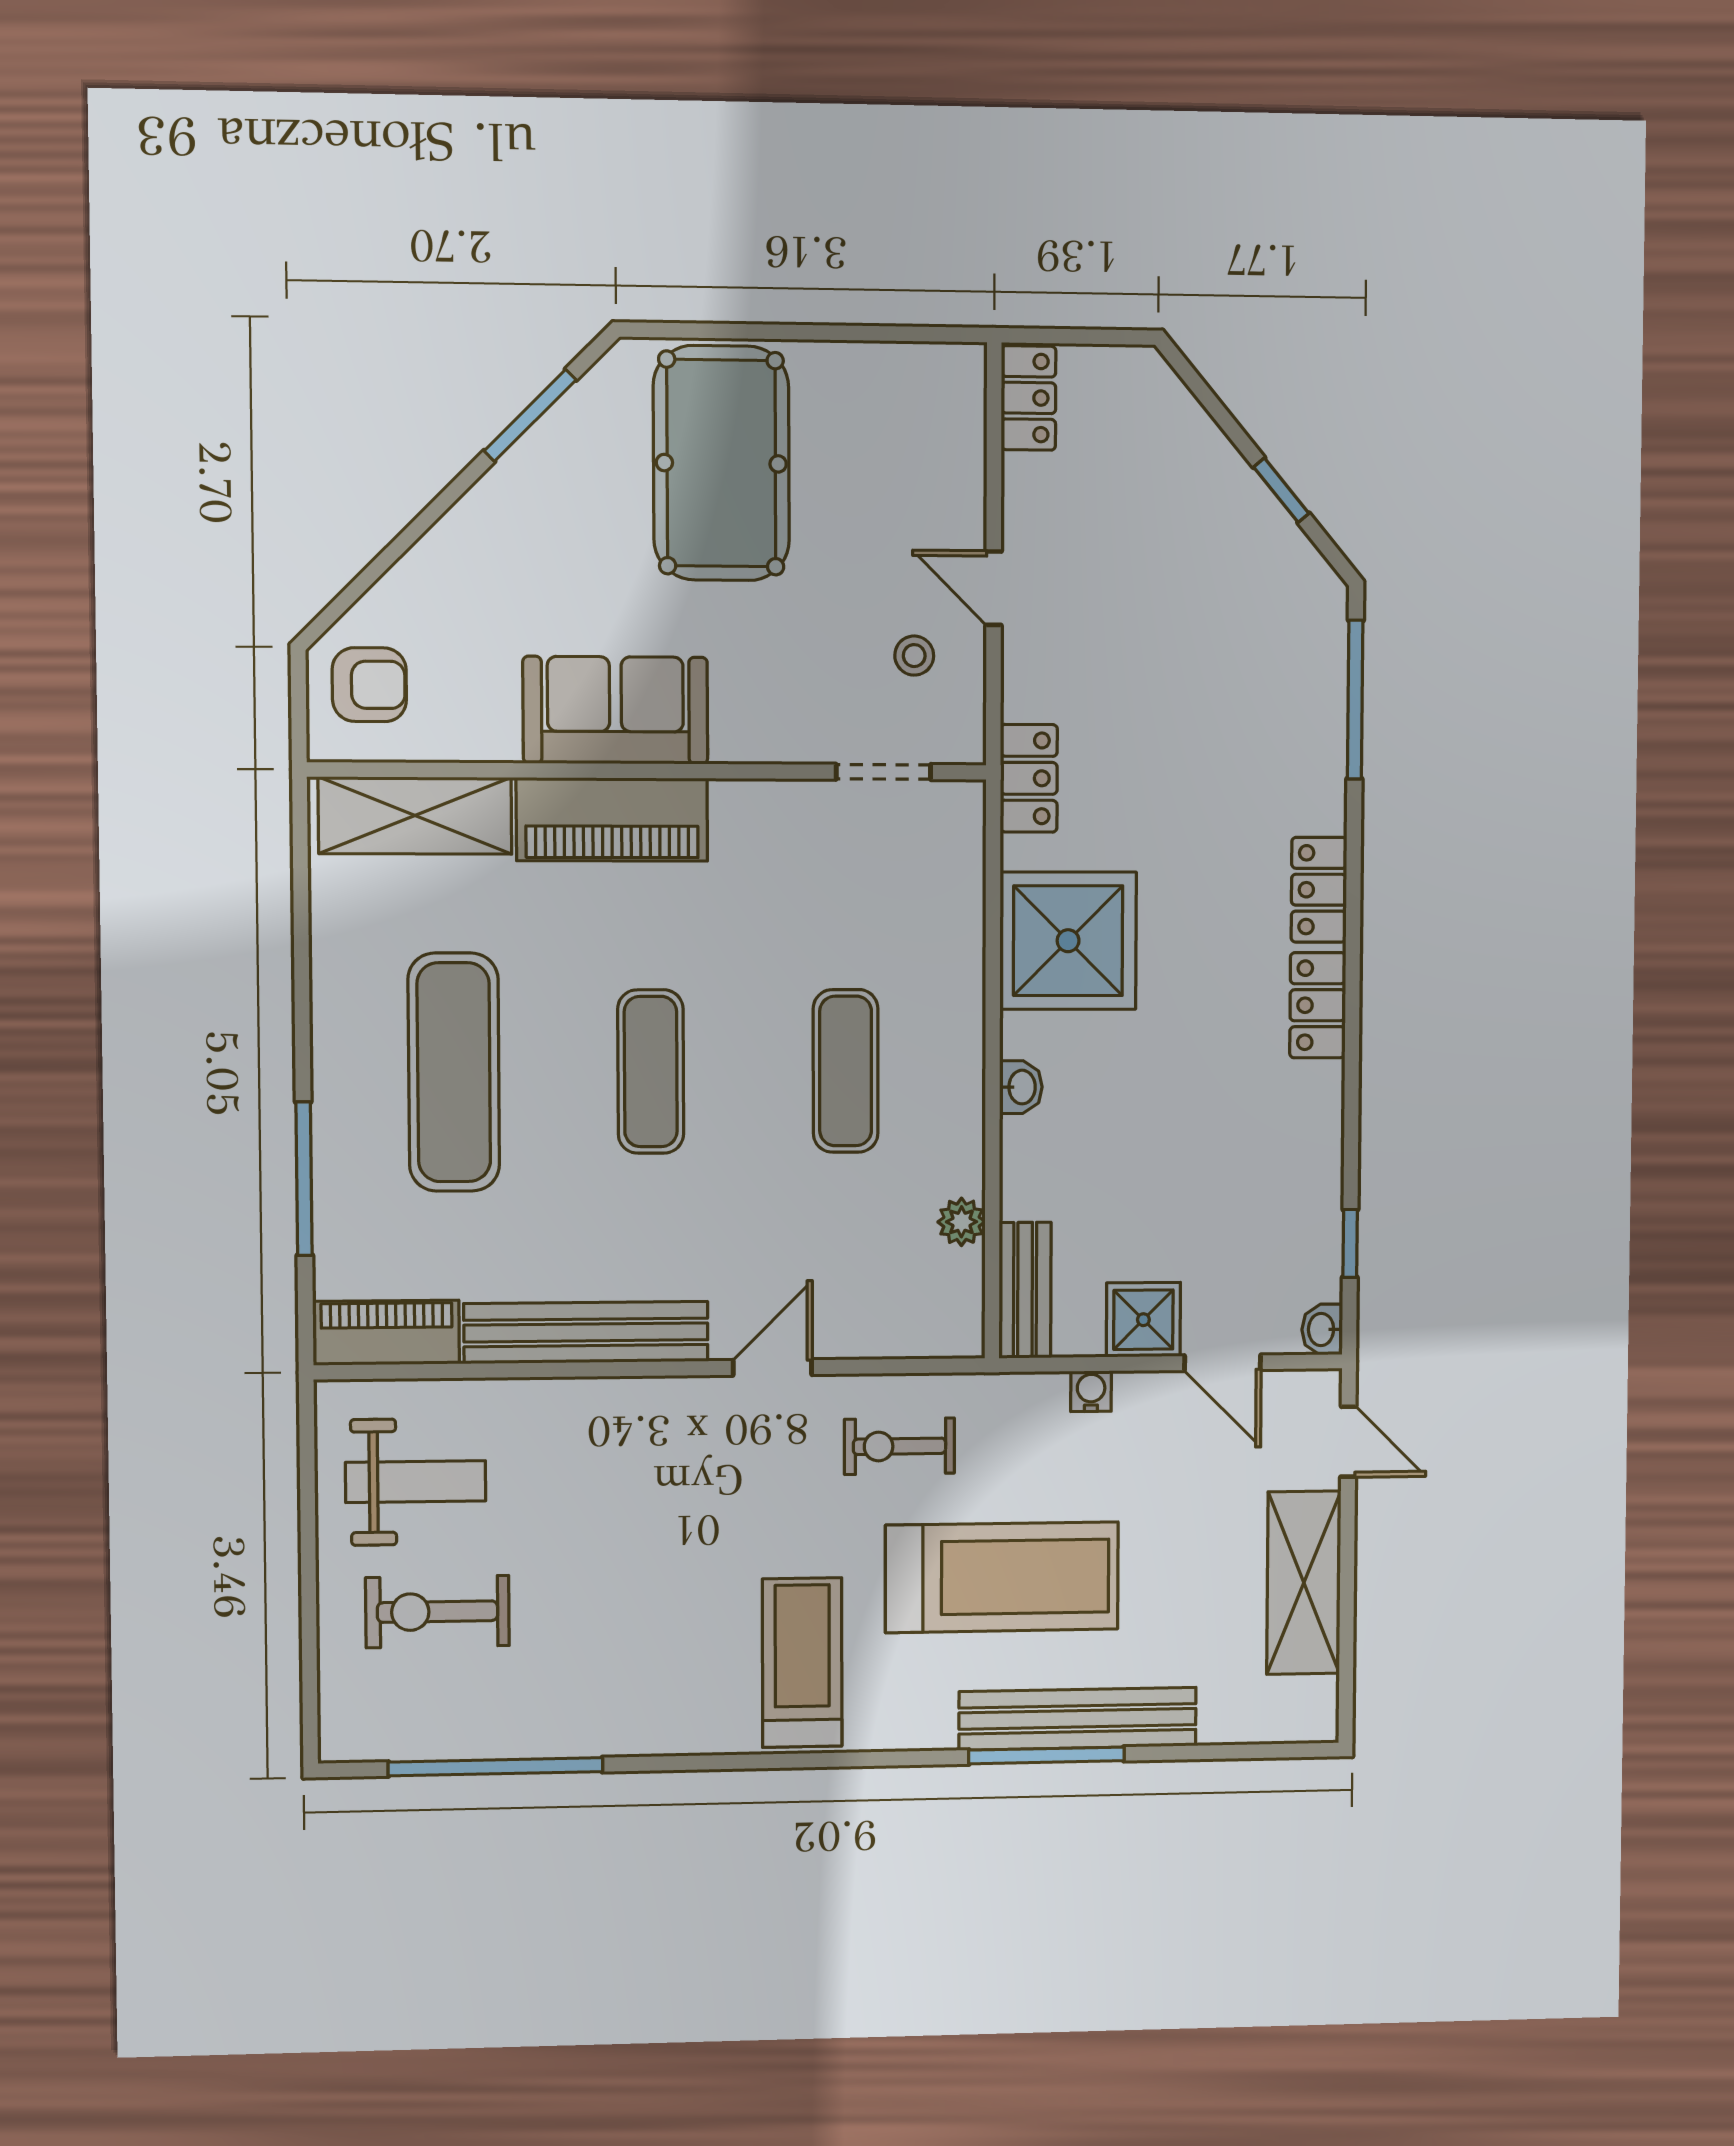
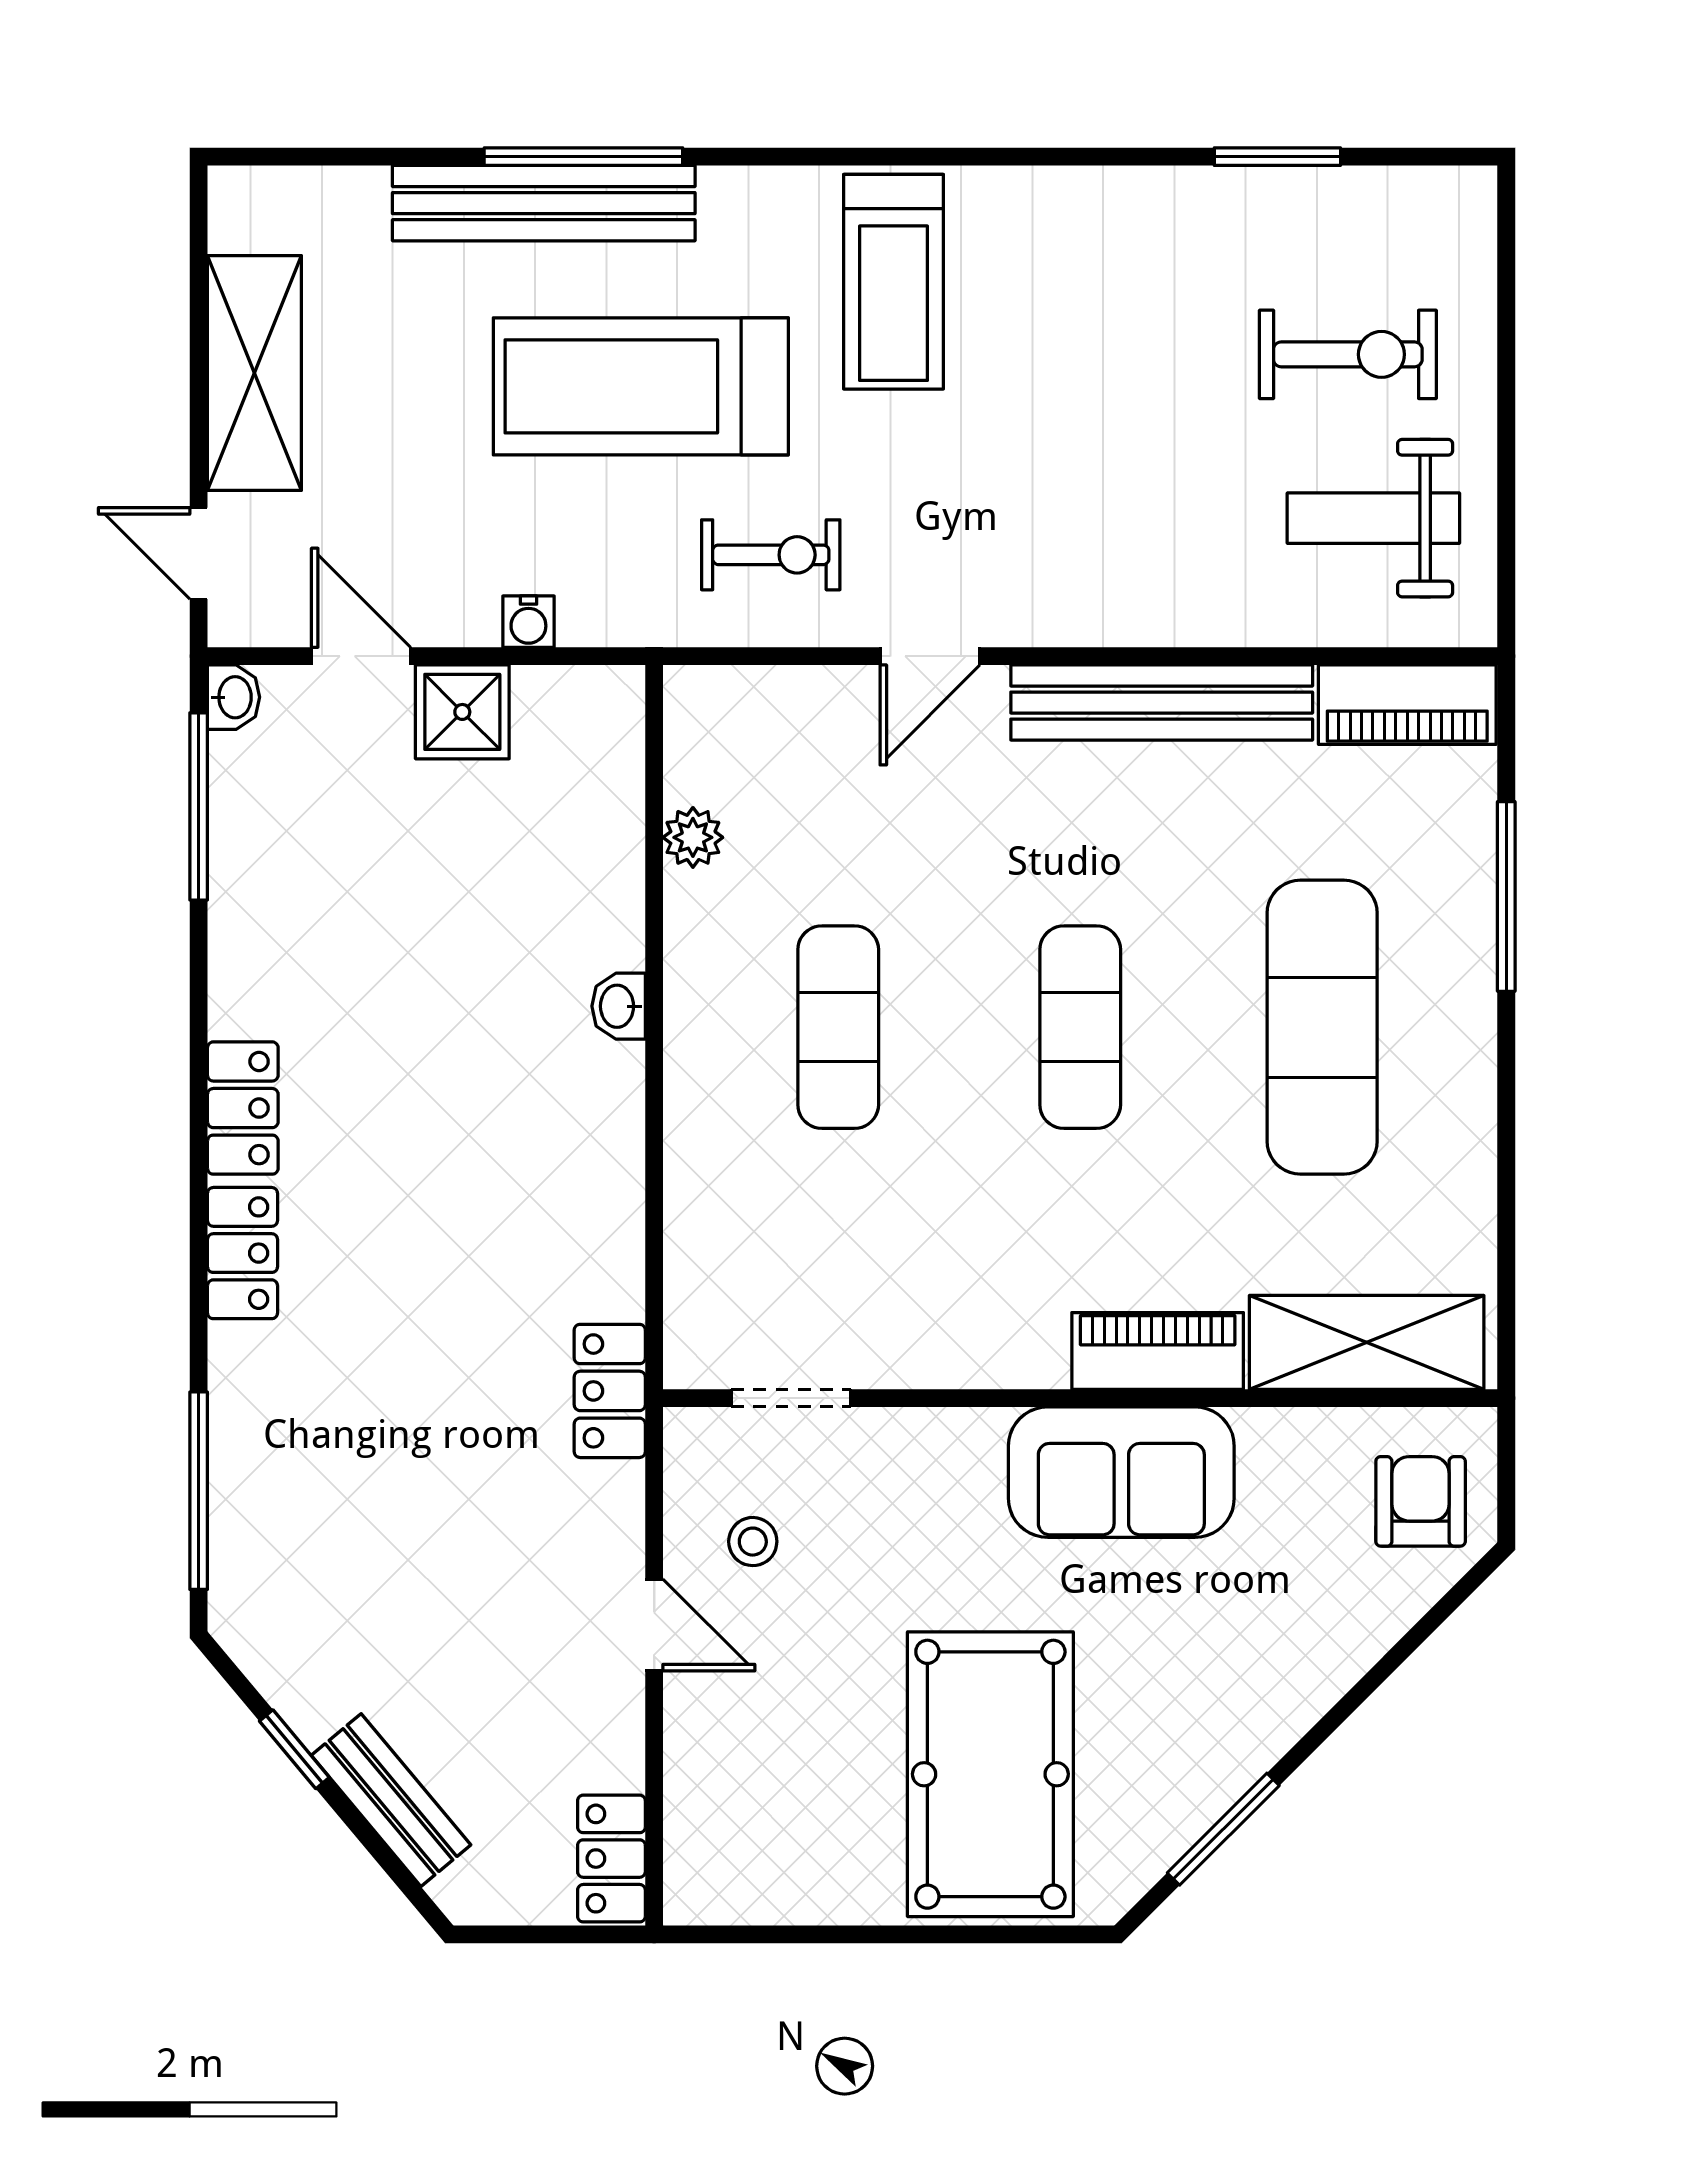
armchair: (369, 685) -> (1421, 1501), turned 90
piano: (612, 819) -> (1158, 1351), width x0.73, depth x0.75
shower: (1068, 941) -> (560, 1189), removed
window: (1350, 1243) -> (199, 806), width x2.17
bench: (1025, 1290) -> (391, 1800), moved, turned -40
window: (496, 1767) -> (1277, 157), width x0.47

